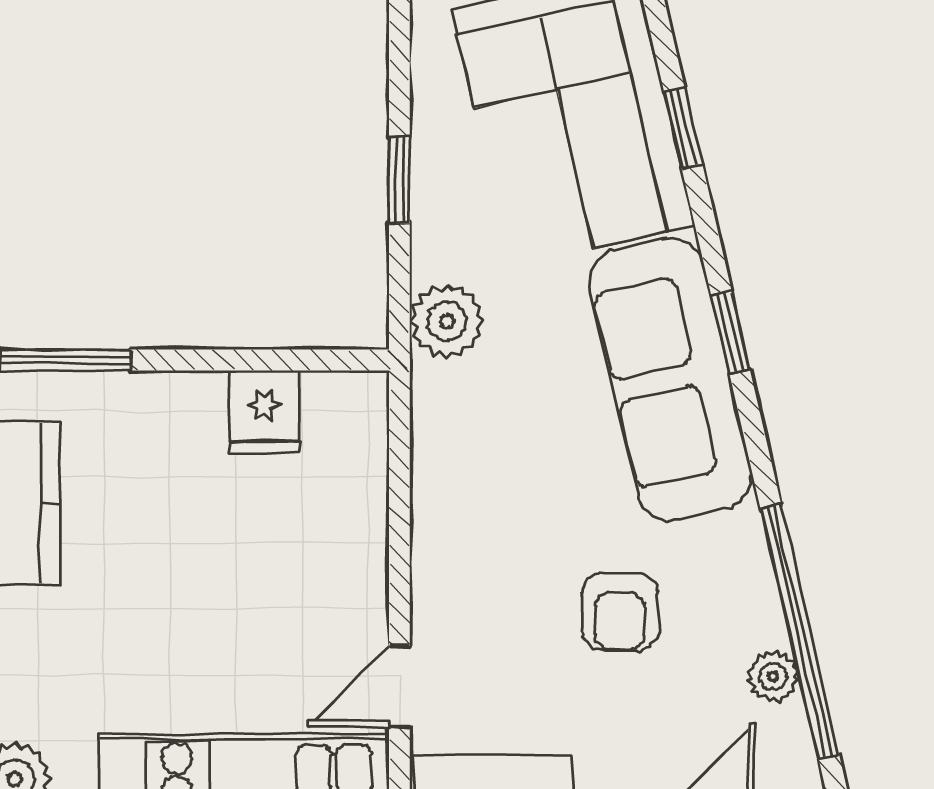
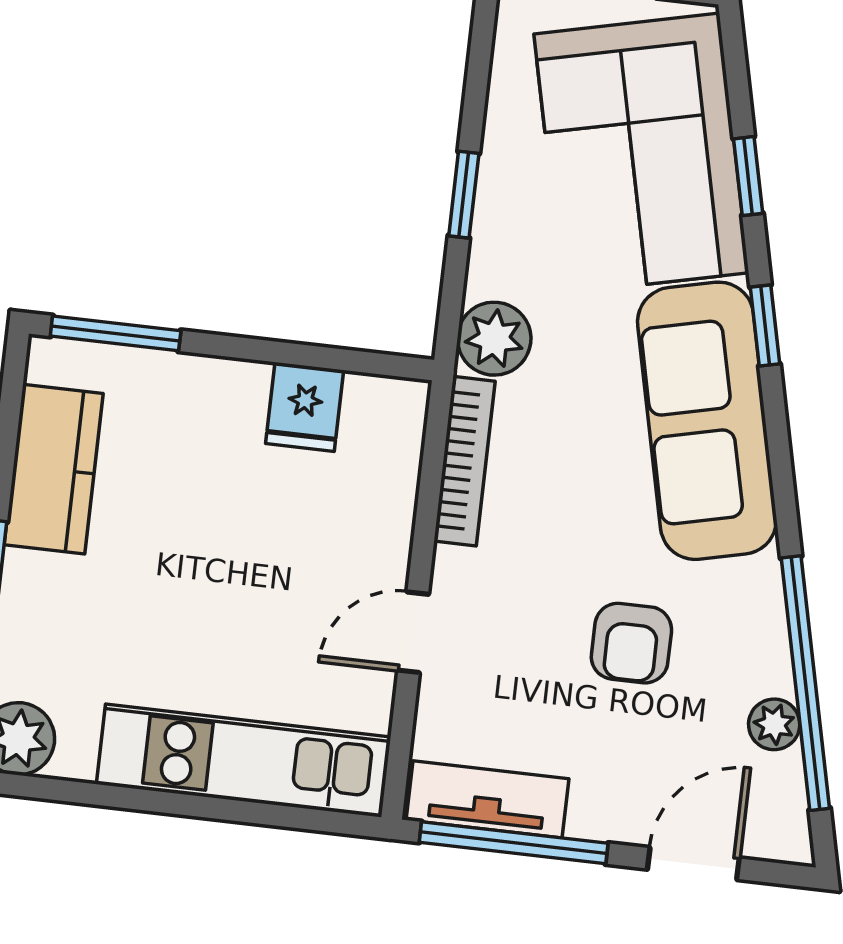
window: (730, 332) -> (765, 326), moved
bookcase: (431, 448) -> (465, 461), added
door: (399, 686) -> (413, 632), moved

